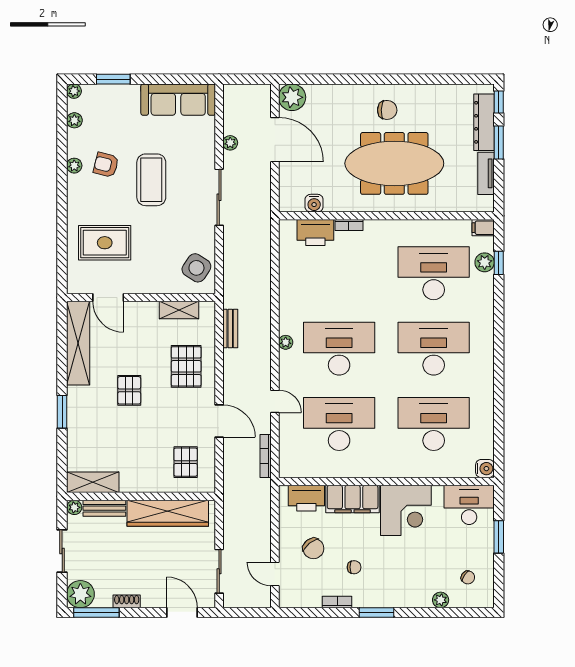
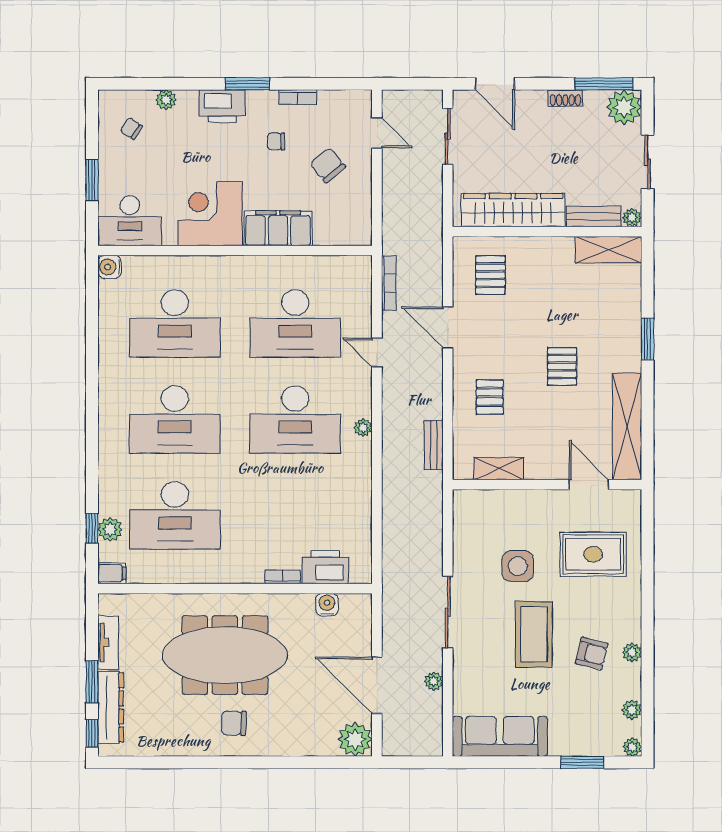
side table: (196, 268) -> (518, 566), moved, turned -33
pallet: (186, 366) -> (490, 397), width x0.67, depth x0.71
printer: (306, 498) -> (222, 106), moved, turned 180

